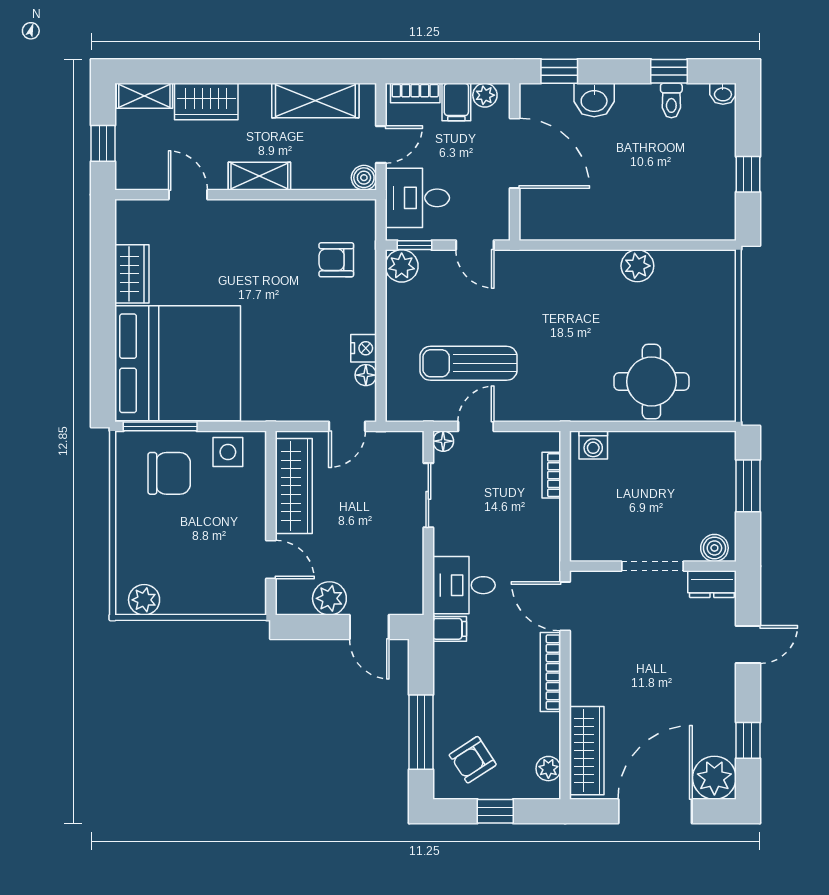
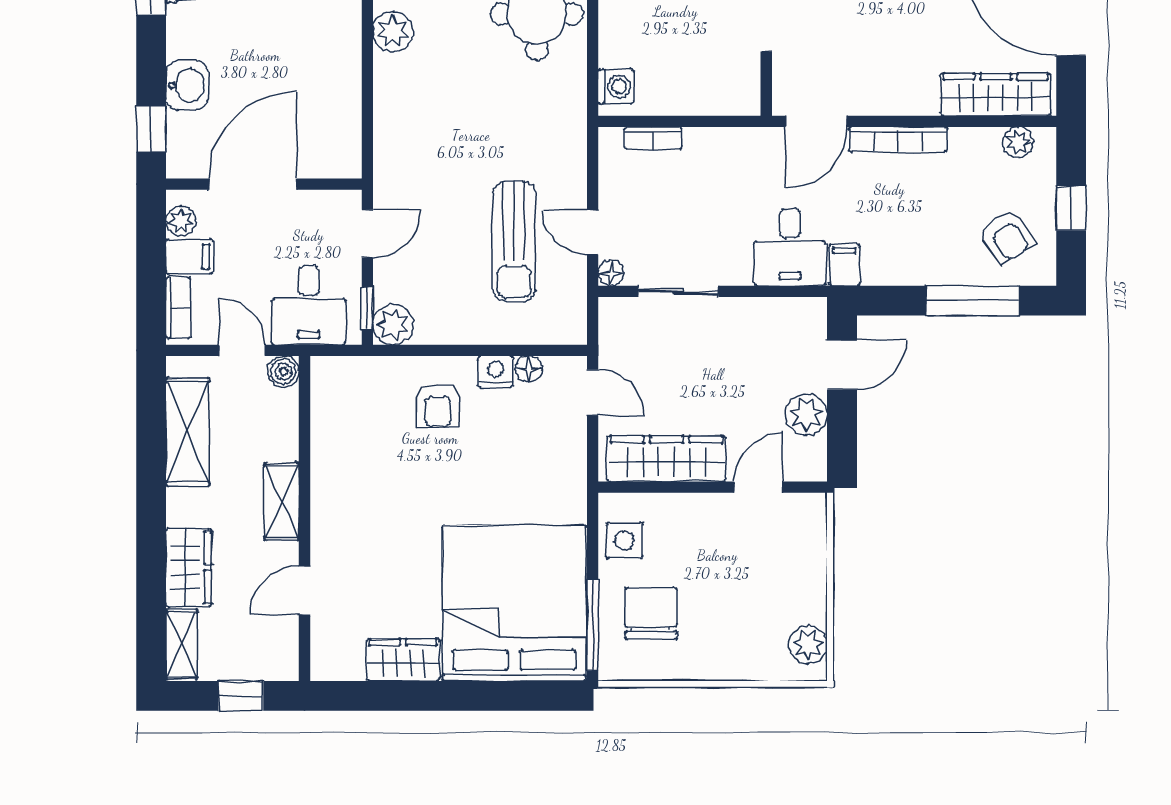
armchair: (336, 260) -> (438, 406), moved

